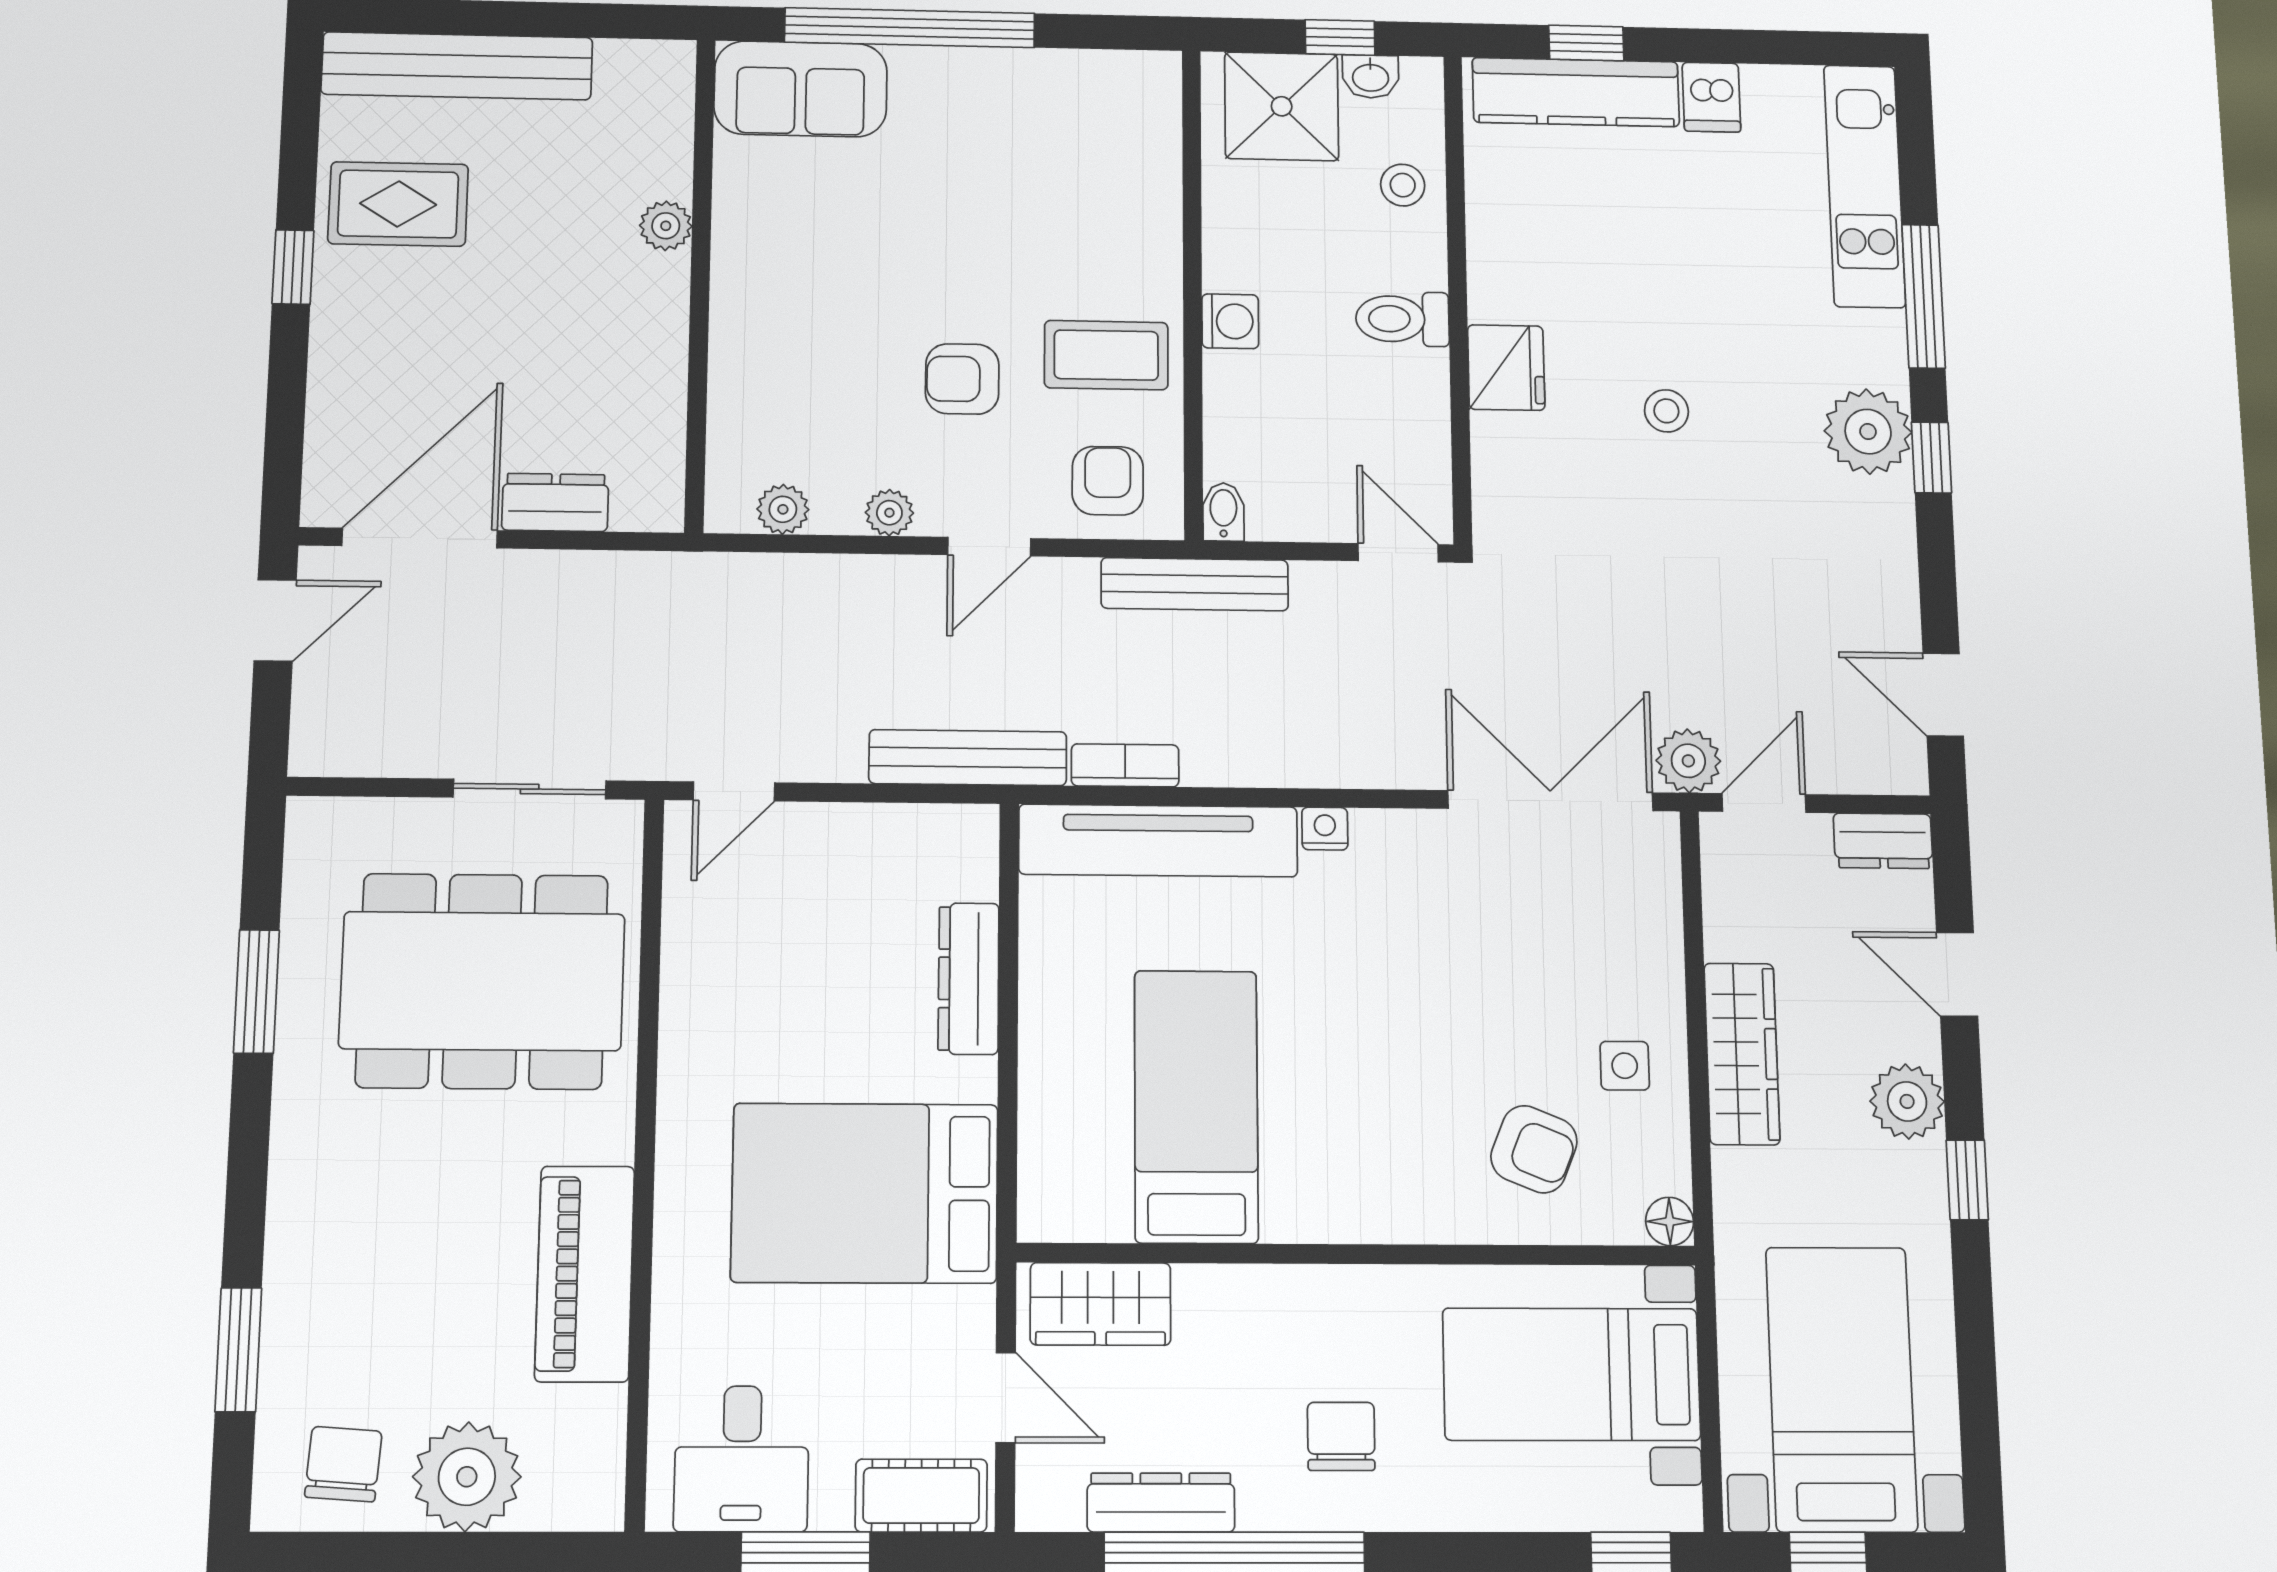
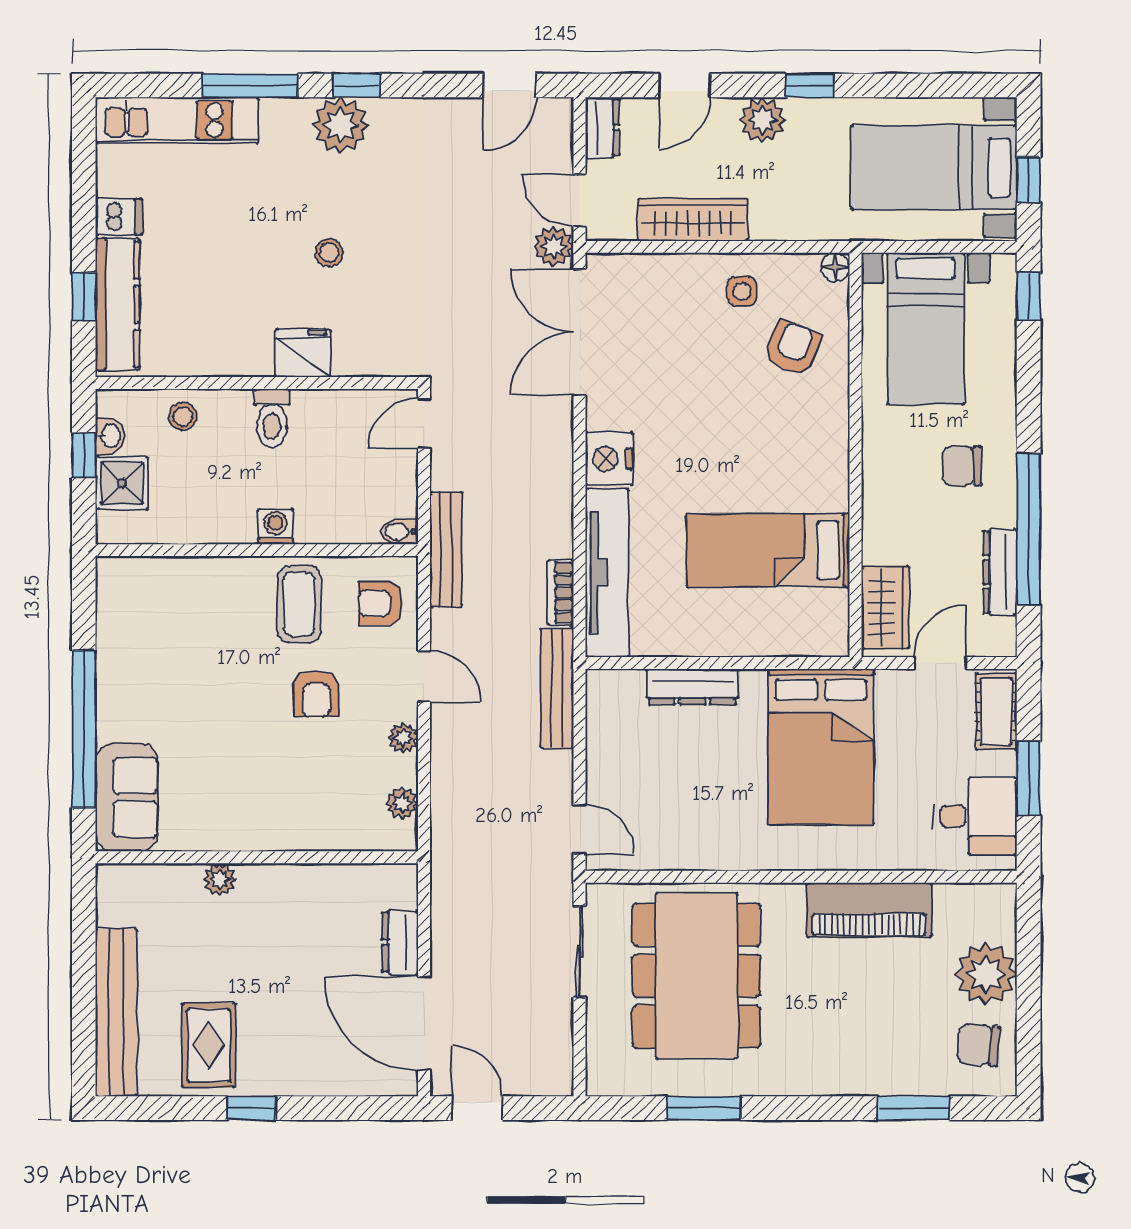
shower: (1282, 106) -> (122, 483), width x0.73, depth x0.73
nightstand: (1325, 829) -> (609, 459), width x1.89, depth x1.79
wardrobe: (1742, 1054) -> (693, 220), moved

